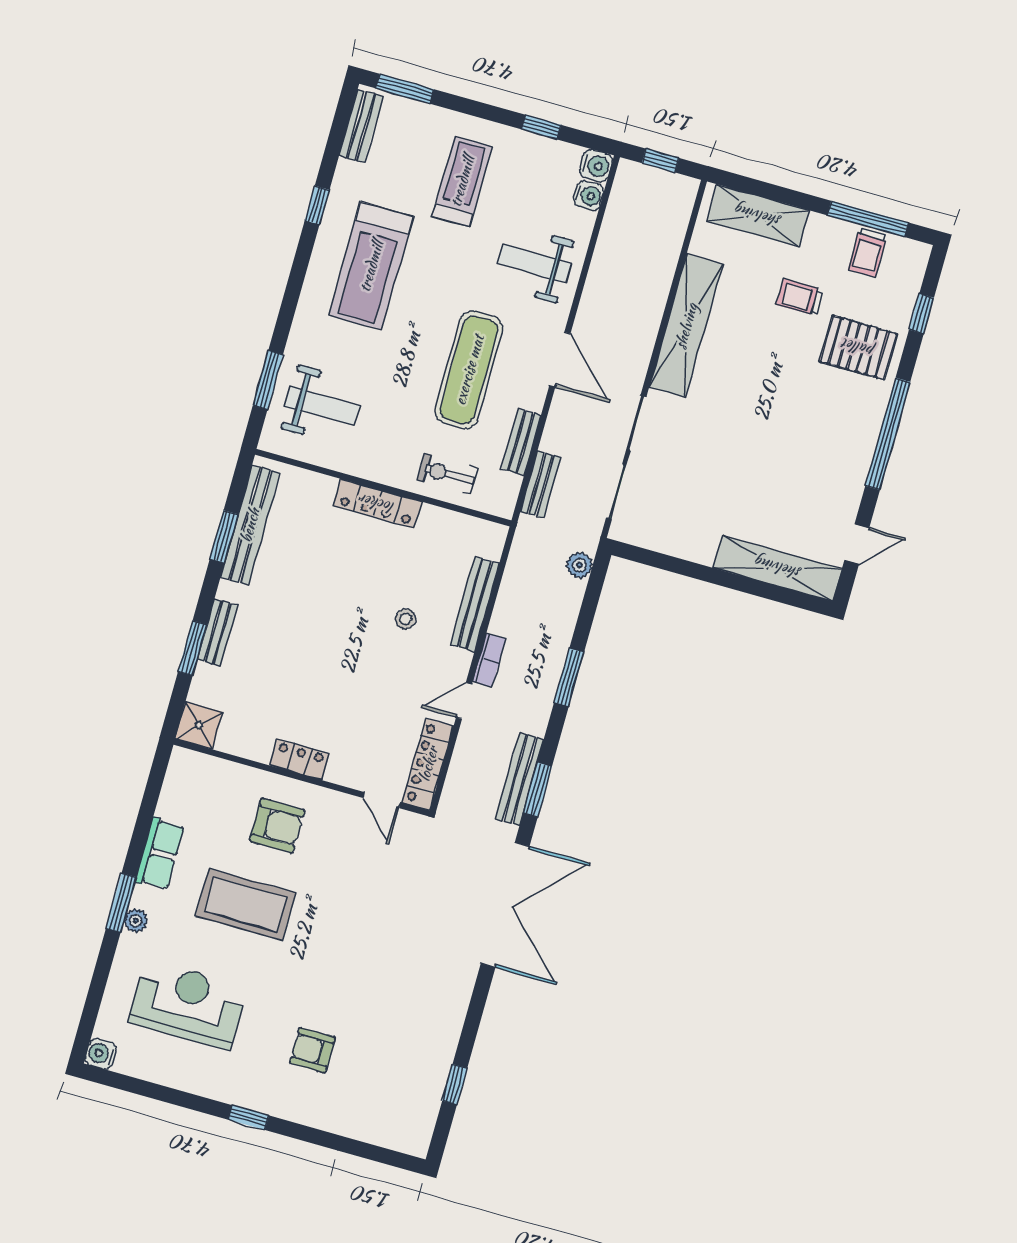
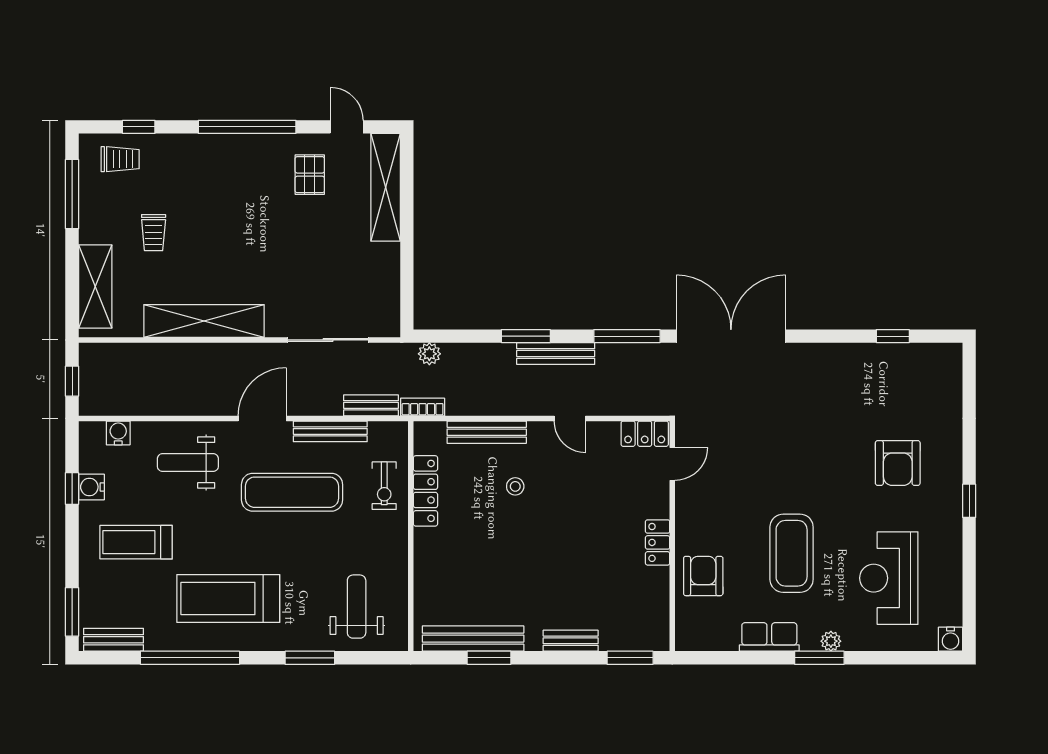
water cooler: (596, 166) -> (91, 487), moved, turned -90
window: (317, 205) -> (190, 658), width x3.17
trolley: (868, 253) -> (120, 159), moved
weight bench: (534, 264) -> (188, 463), turned 90
treadmill: (371, 266) -> (228, 599), turned 180
pallet: (858, 348) -> (310, 175), moved, width x0.67, depth x0.71
window: (268, 380) -> (310, 658), moved
bench: (521, 442) -> (330, 431), width x1.36
sliding door: (626, 457) -> (328, 340), width x0.73
locker: (377, 504) -> (425, 491), moved
window: (193, 648) -> (630, 658), moved
bookcase: (489, 660) -> (423, 407), moved
shower: (199, 725) -> (653, 634), removed
locker: (428, 764) -> (645, 434), width x0.66
bench: (520, 779) -> (556, 354), moved
window: (538, 790) -> (627, 336), width x1.44
armchair: (277, 826) -> (703, 576), moved
armchair: (313, 1050) -> (898, 463), width x1.38, depth x1.38

